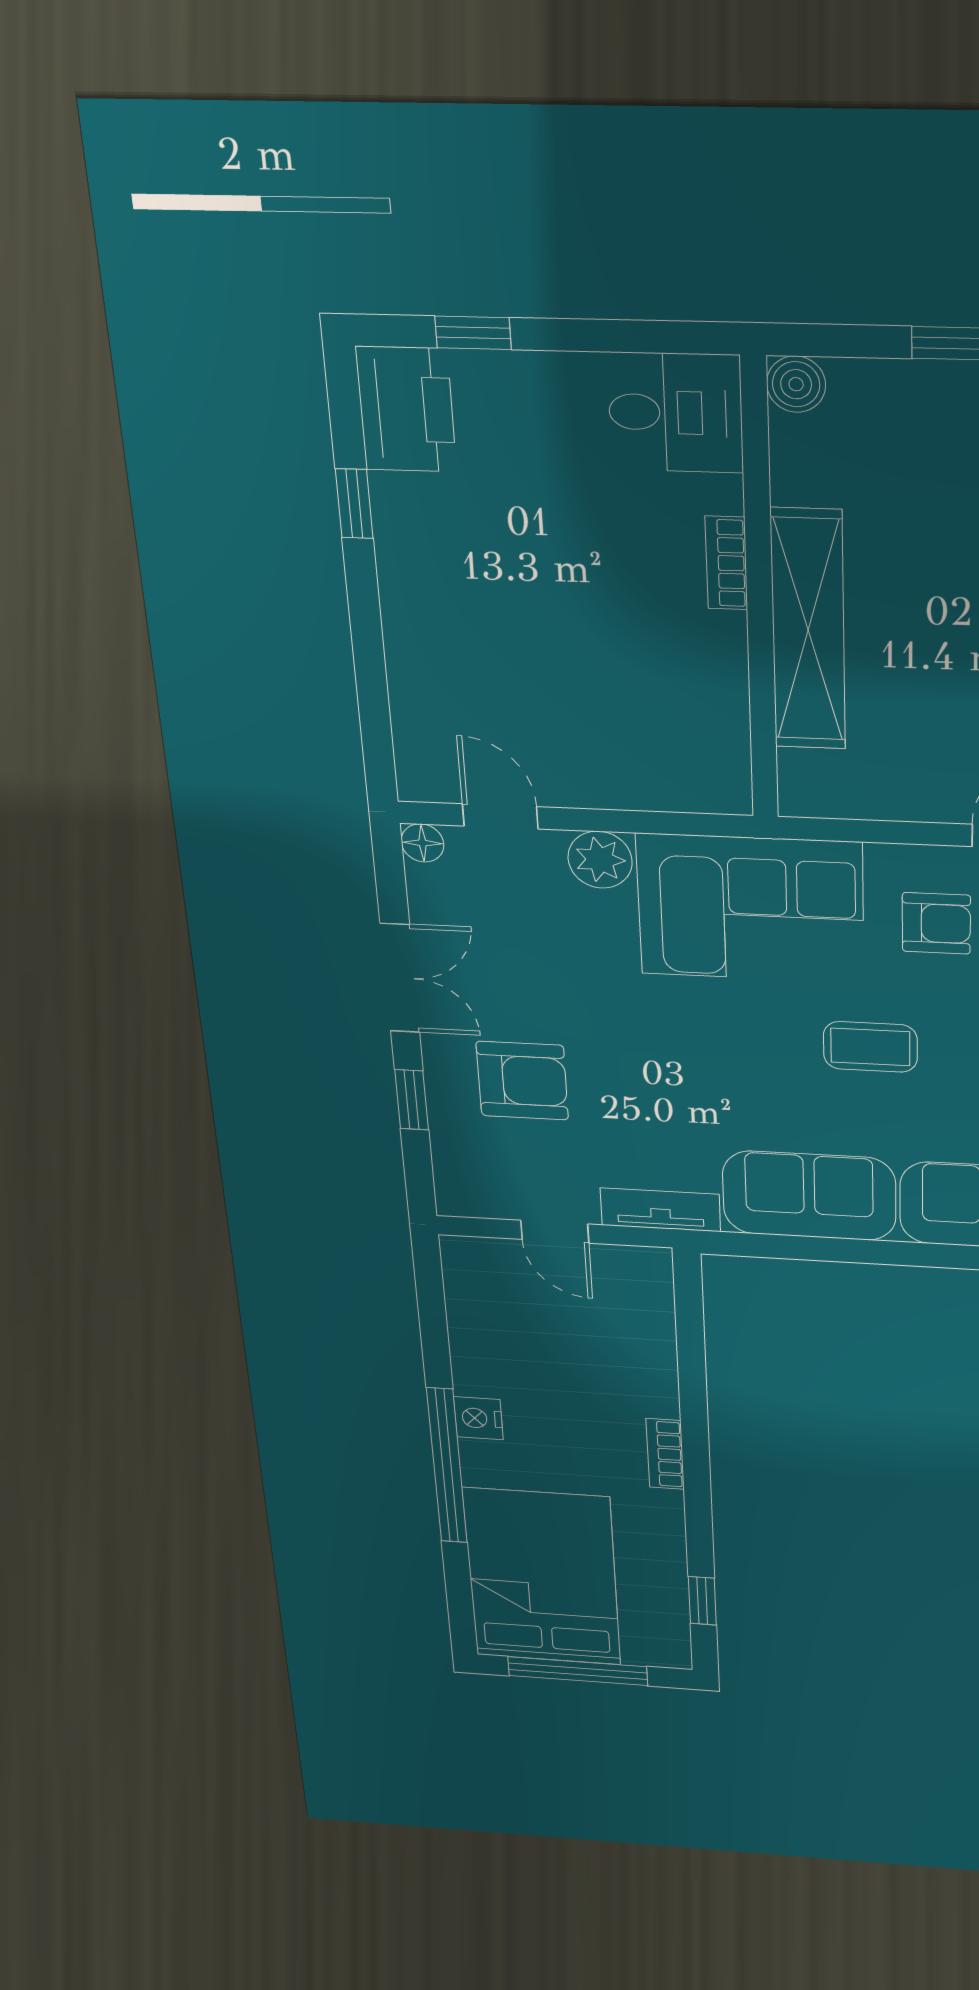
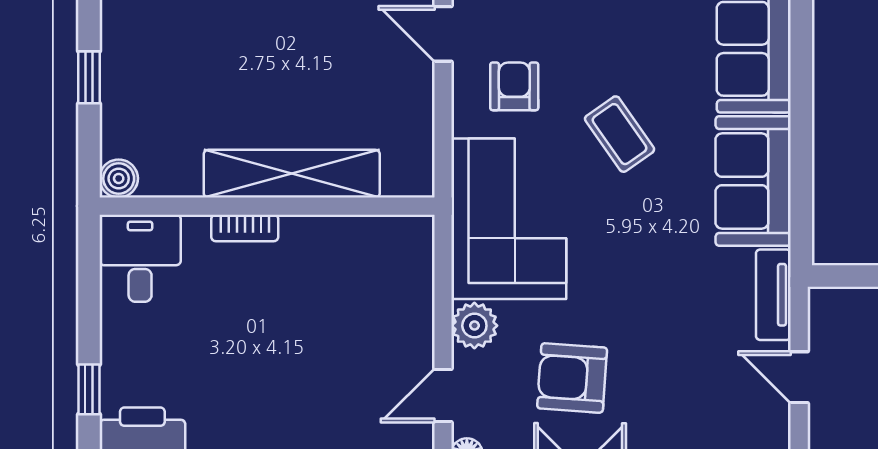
coffee table: (870, 1047) -> (620, 134), turned -35
armchair: (522, 1081) -> (572, 378), moved, turned -86
door: (555, 1232) -> (799, 377), swing flipped

